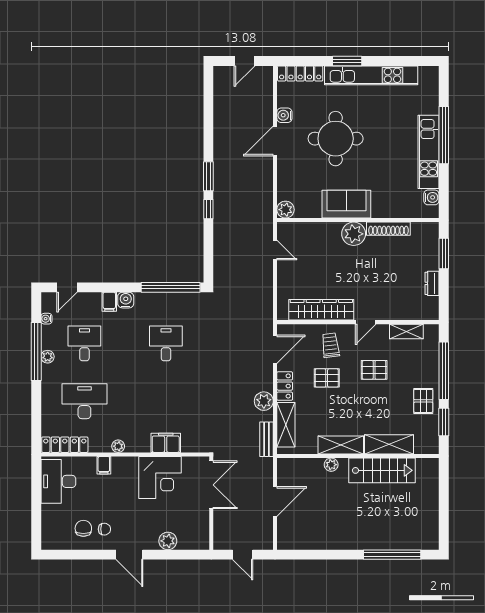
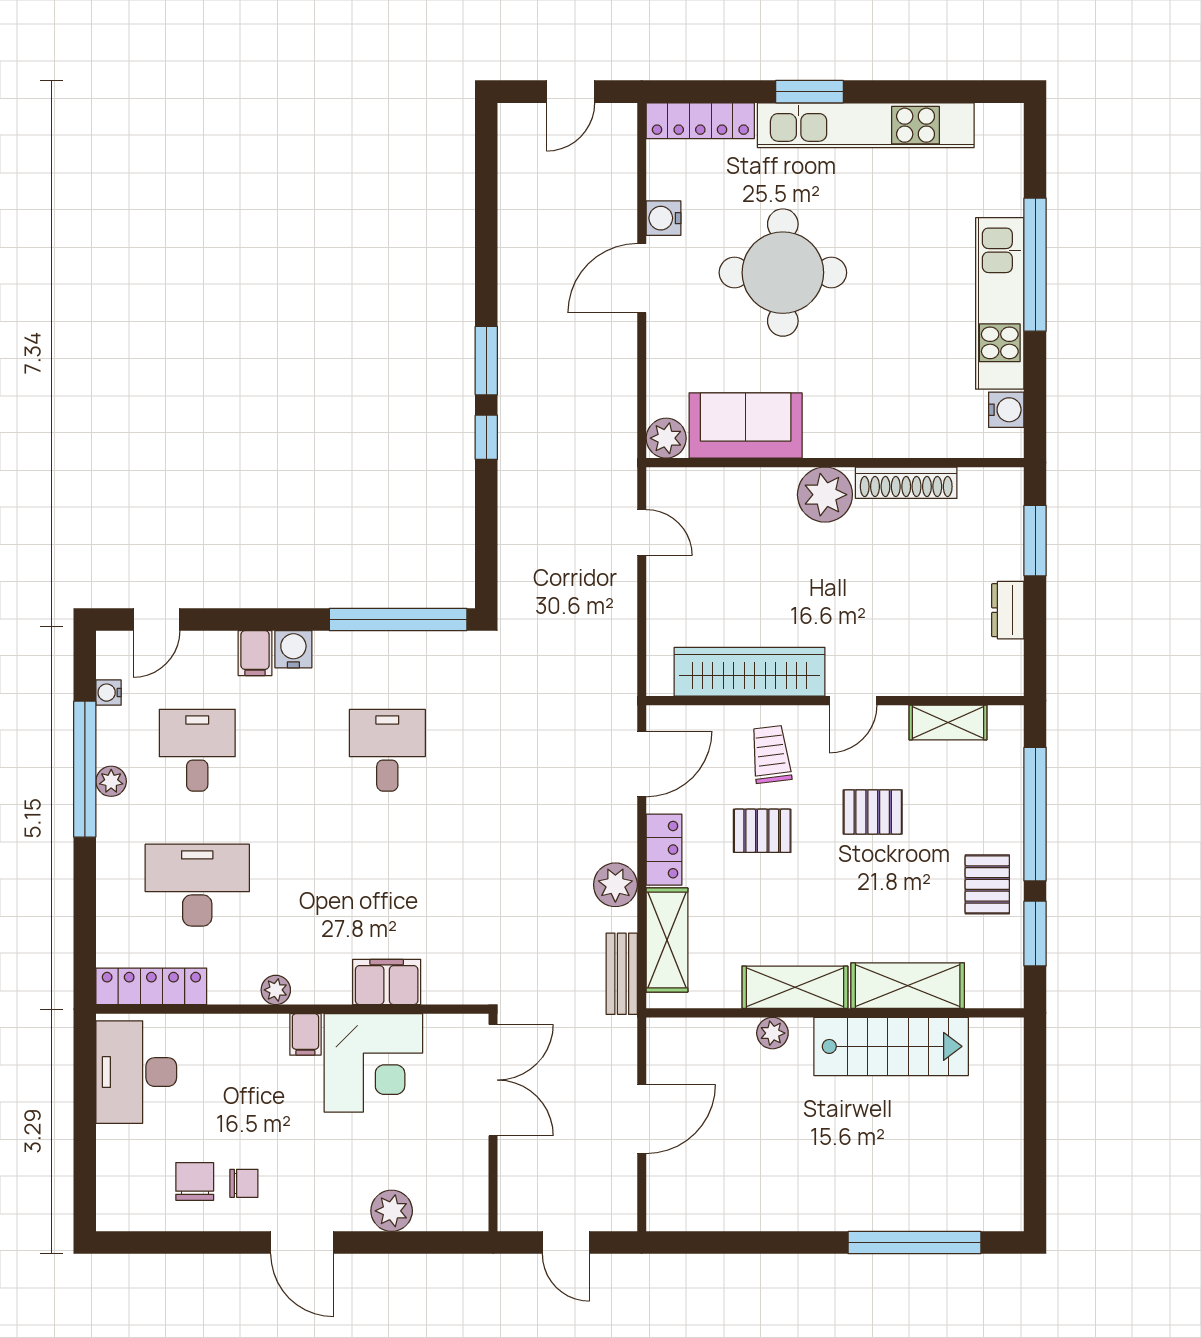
sofa: (346, 204) -> (746, 426), moved
filing cabinet: (104, 465) -> (305, 1034), moved

